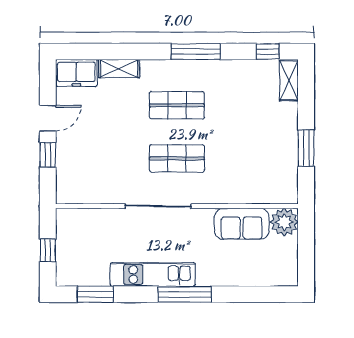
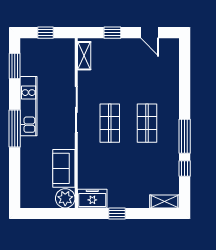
window: (268, 52) -> (185, 168), moved
shelving: (119, 69) -> (84, 56), moved
freezer: (76, 73) -> (92, 199), moved, turned 90
door: (48, 118) -> (150, 33), moved
window: (306, 148) -> (117, 214), width x0.67

